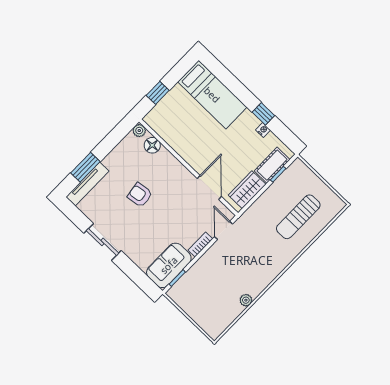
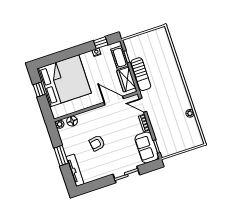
window: (158, 93) -> (39, 89), moved
bed: (212, 95) -> (64, 81), width x2.04
window: (263, 114) -> (101, 43), moved
window: (85, 167) -> (61, 156), moved
sun lounger: (298, 217) -> (141, 74), moved
sliding door: (103, 242) -> (126, 175), moved

